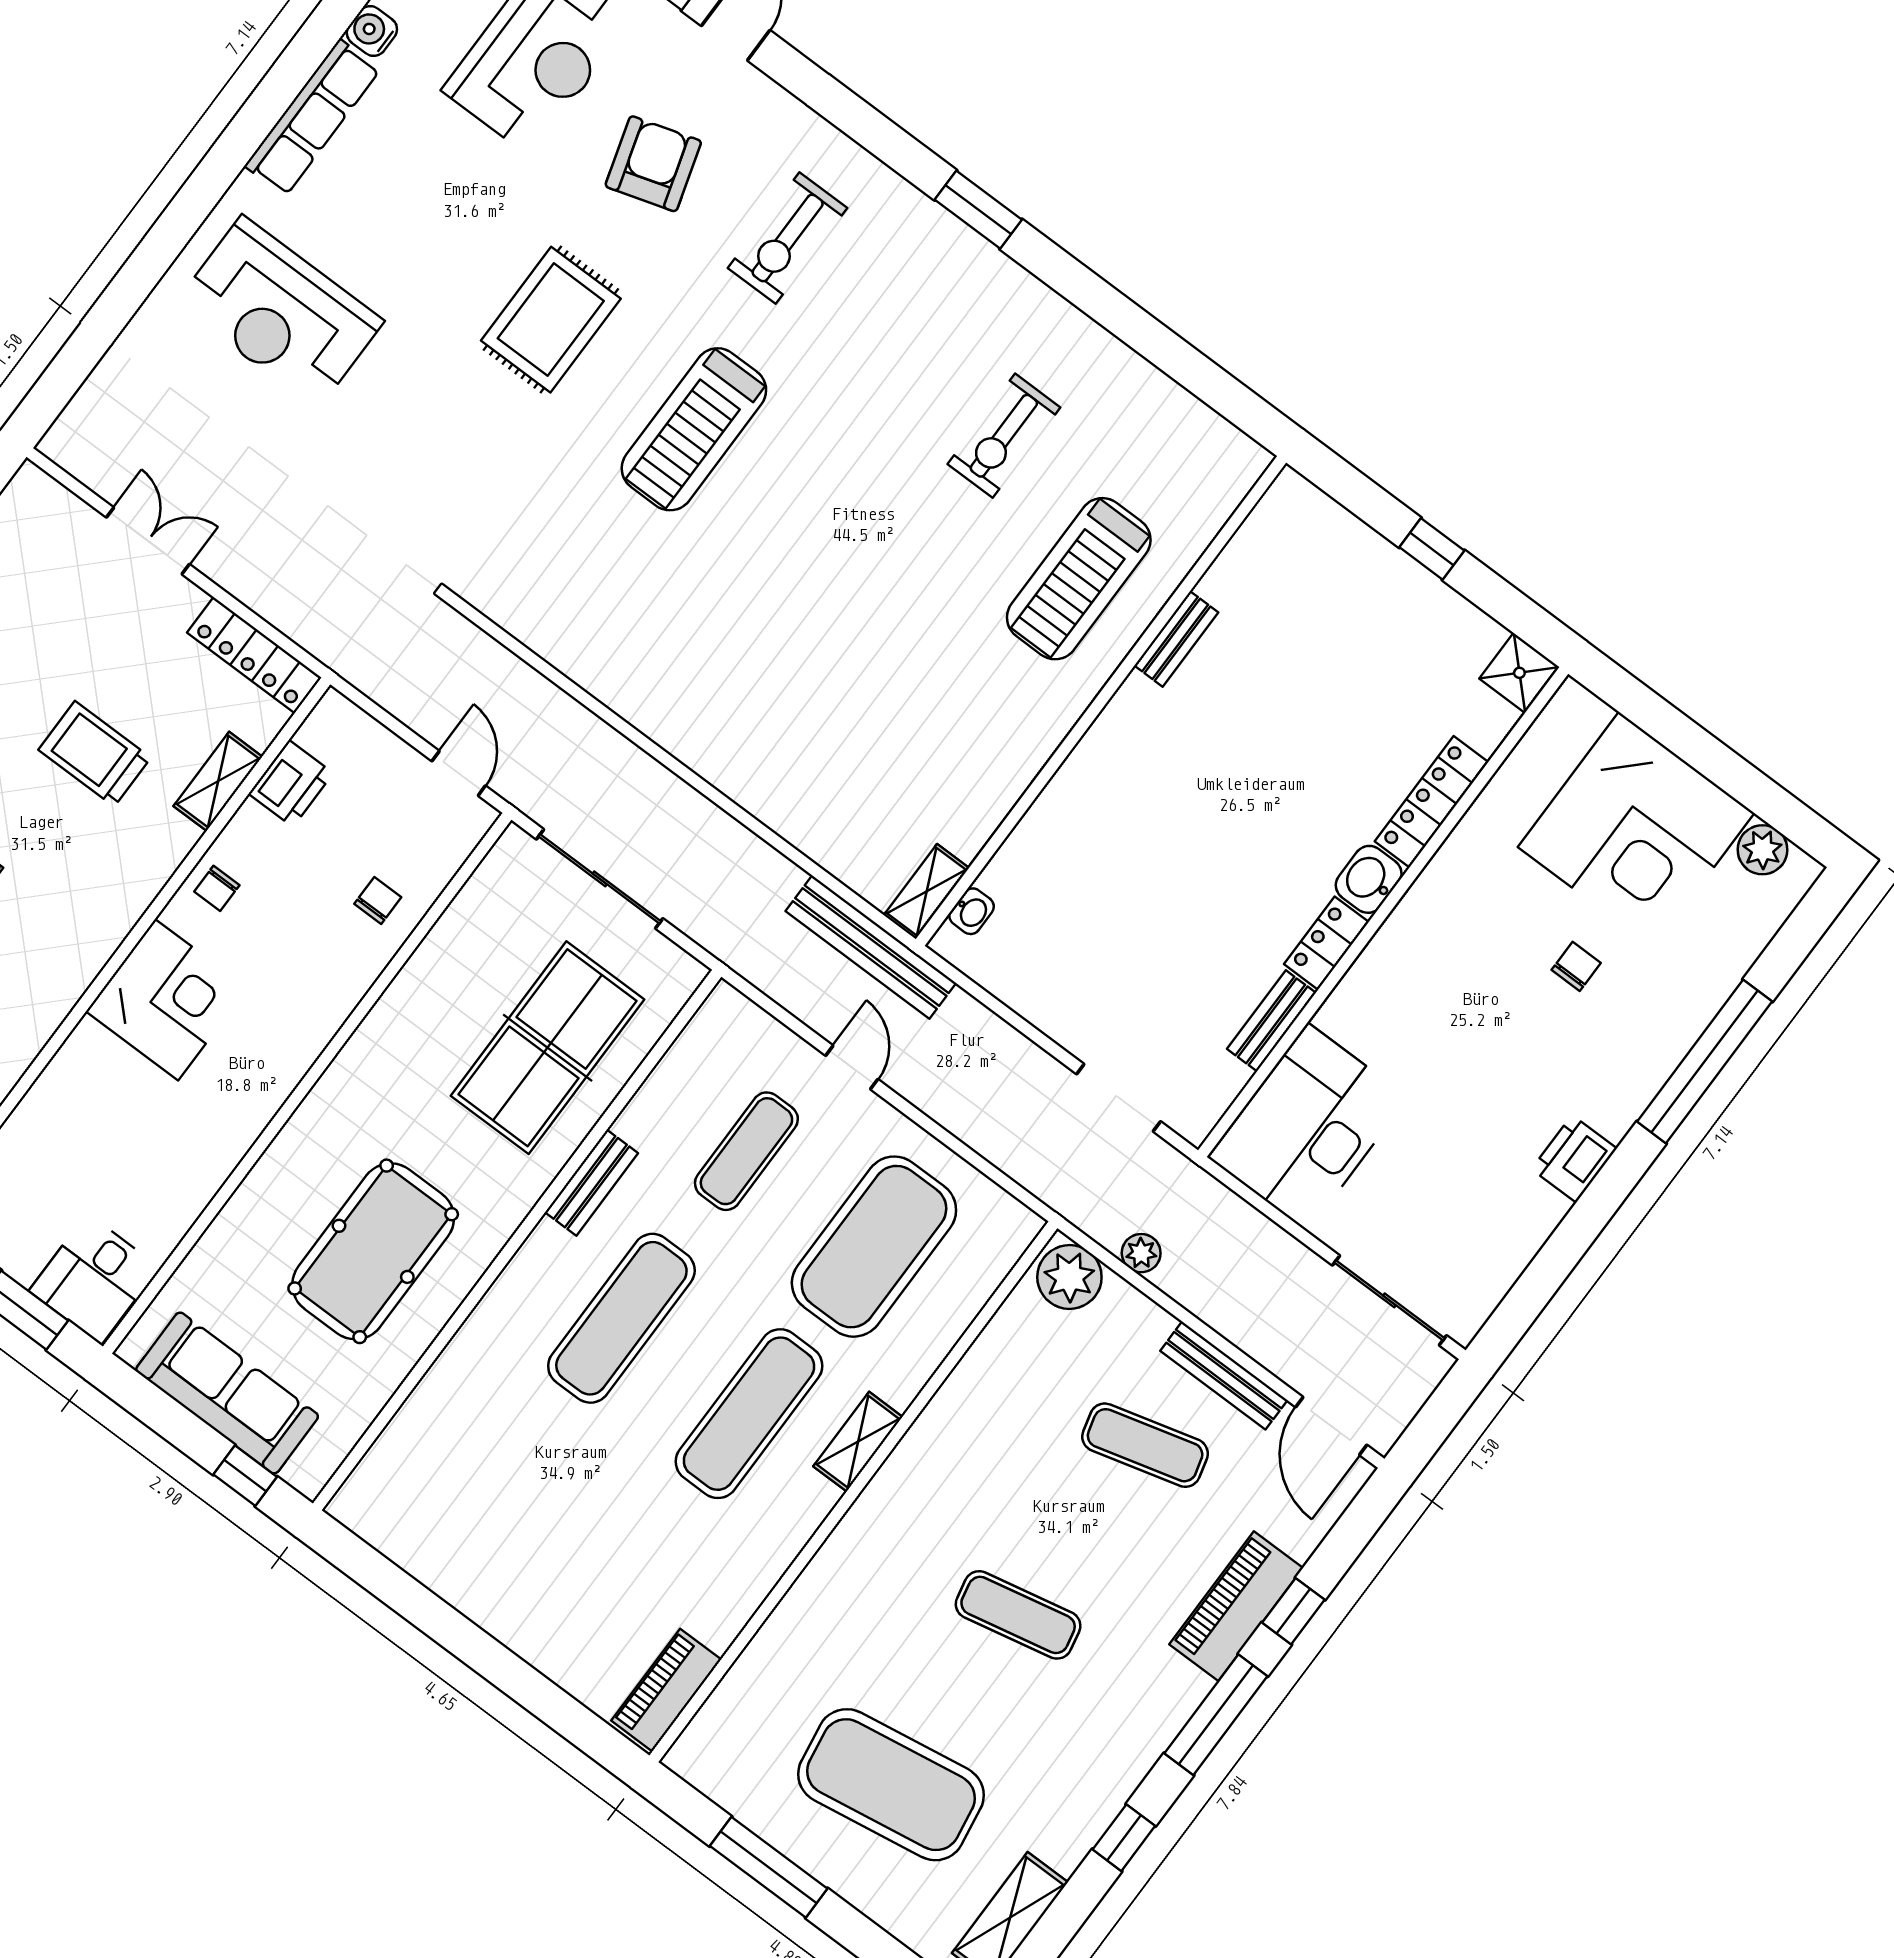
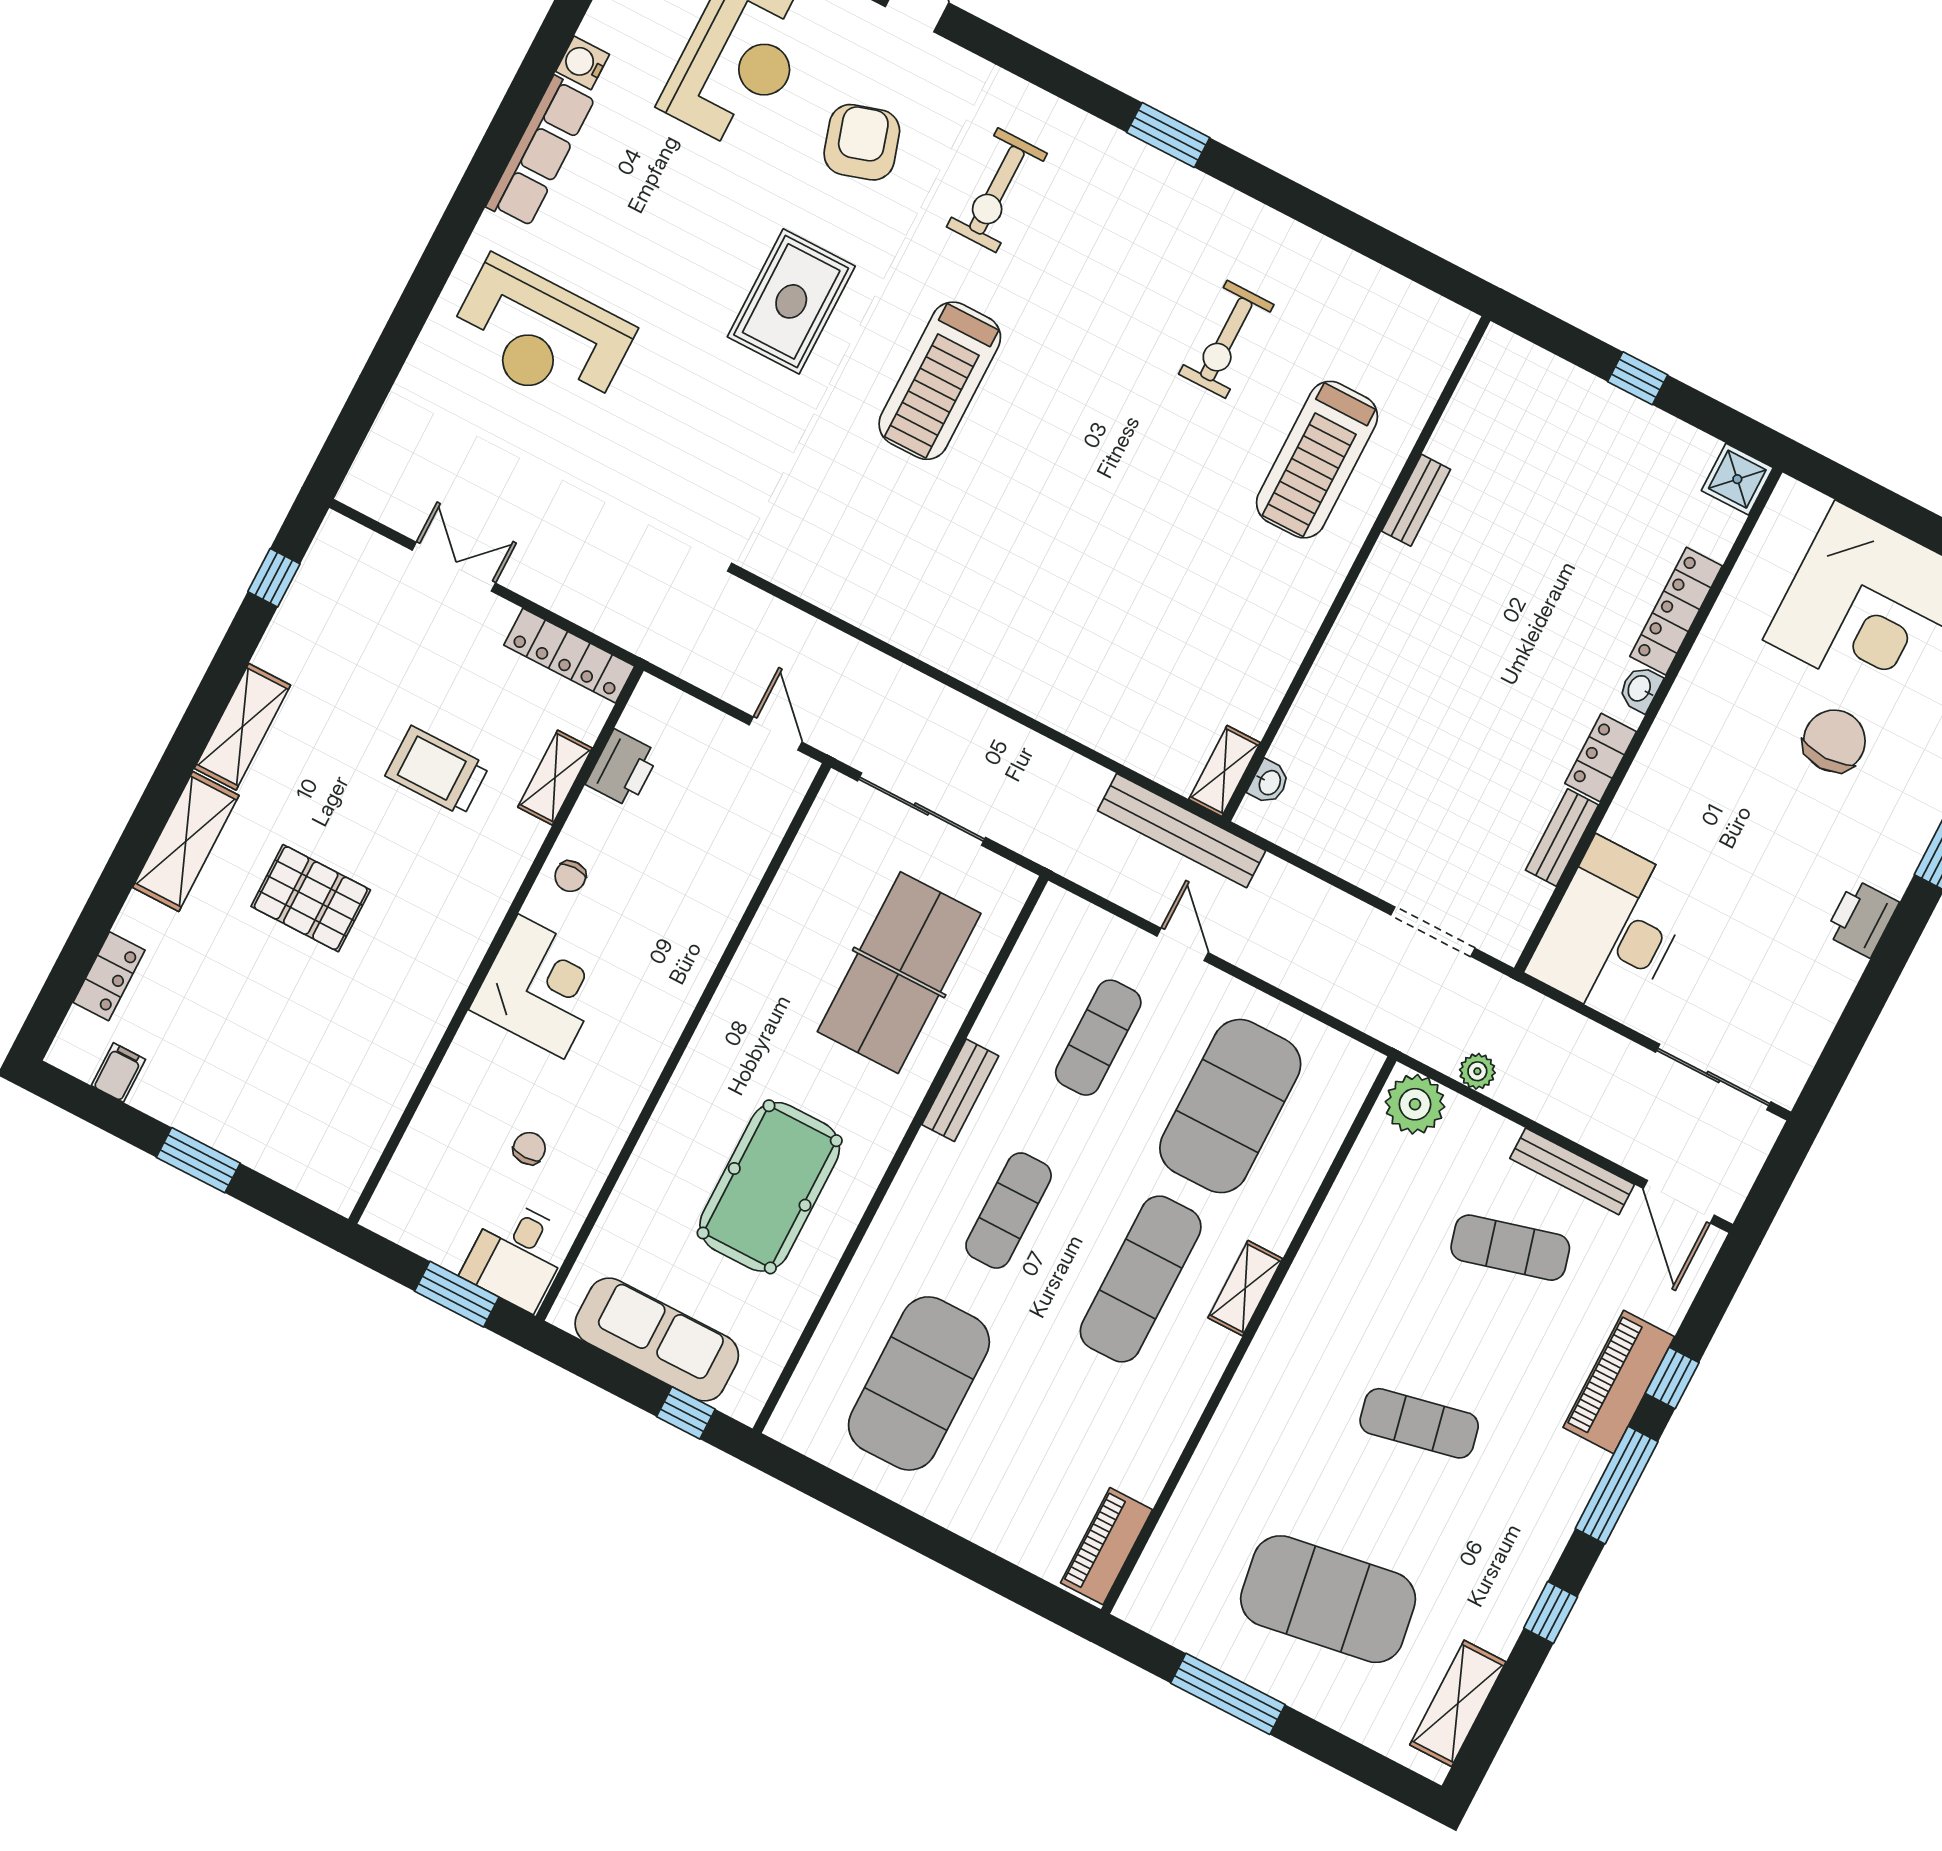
washbasin: (1369, 879) -> (1640, 689), width x0.72, depth x0.69
chair: (378, 901) -> (529, 1148), moved
chair: (1576, 966) -> (1834, 741), width x1.87, depth x1.87
exercise mat: (621, 1318) -> (1009, 1211), width x0.73, depth x0.69
exercise mat: (496, 1485) -> (919, 1383), added

